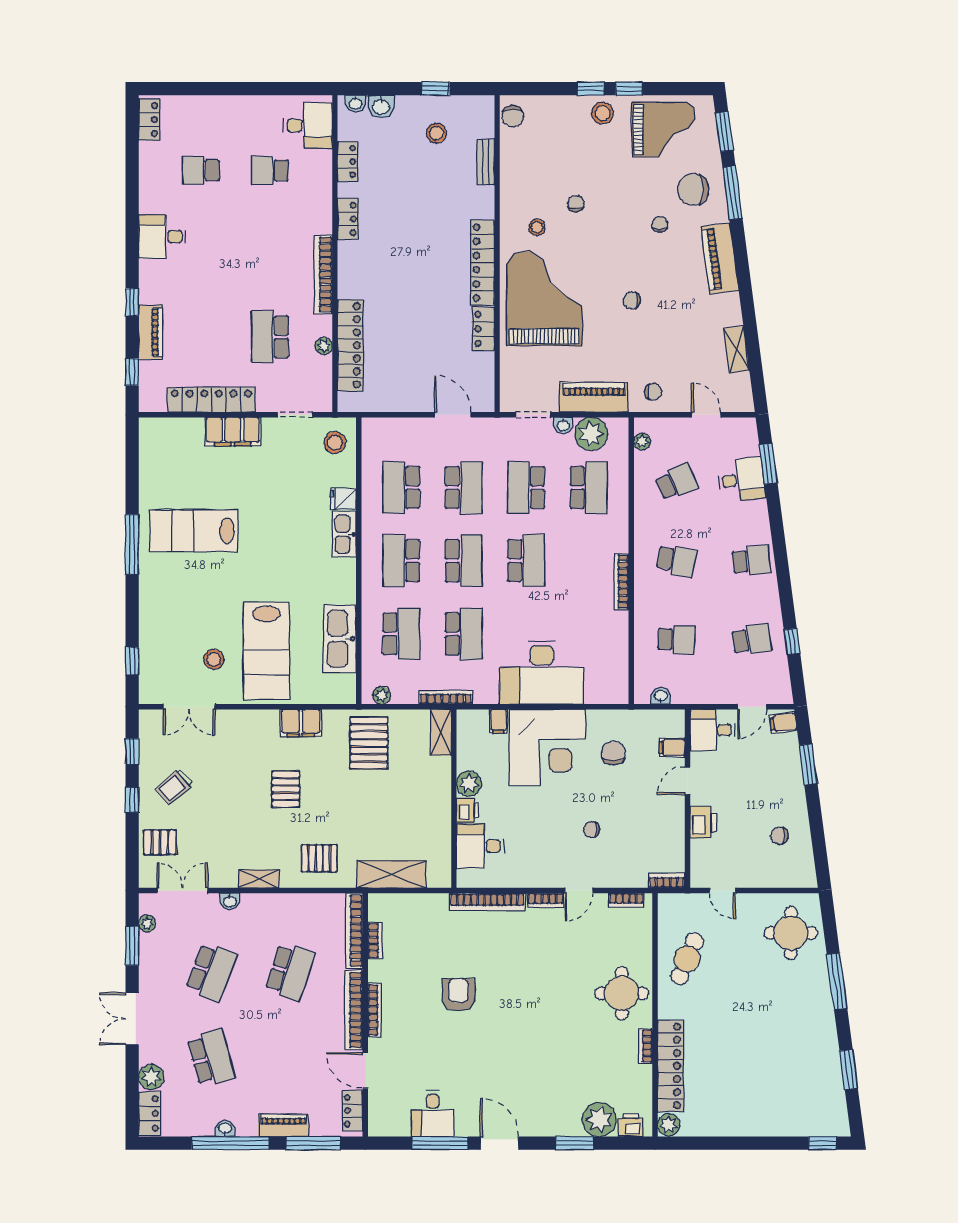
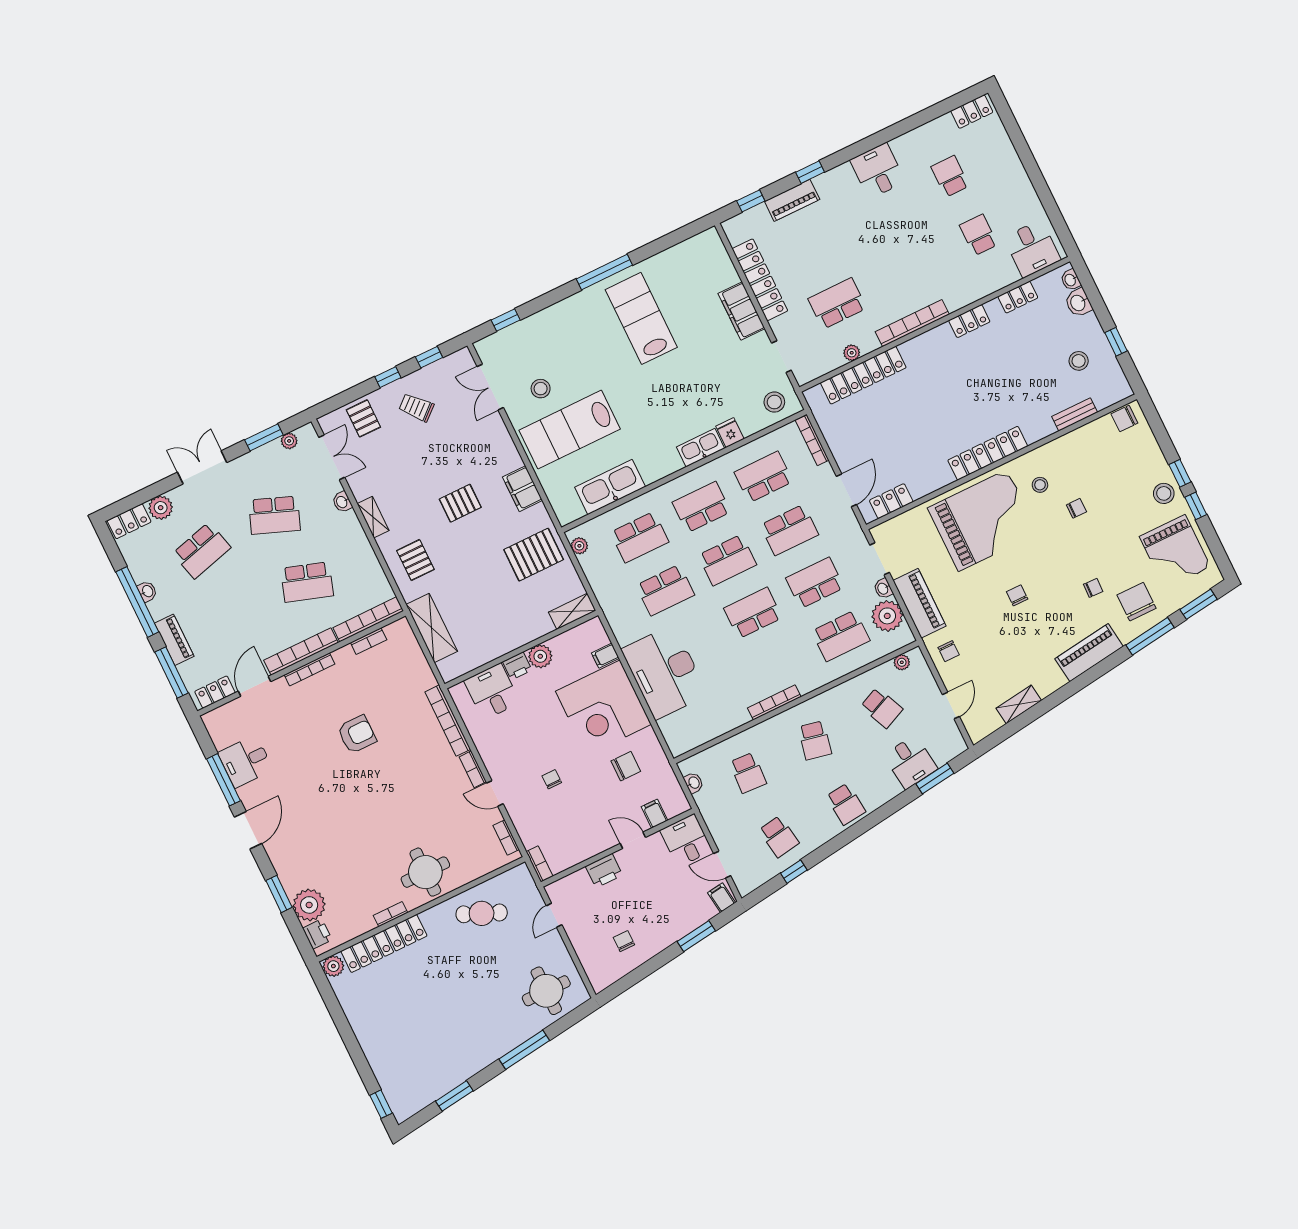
locker: (483, 329) -> (891, 501), moved
school desk: (526, 561) -> (753, 613), turned 180
bookcase: (446, 697) -> (812, 440), moved, turned 180

